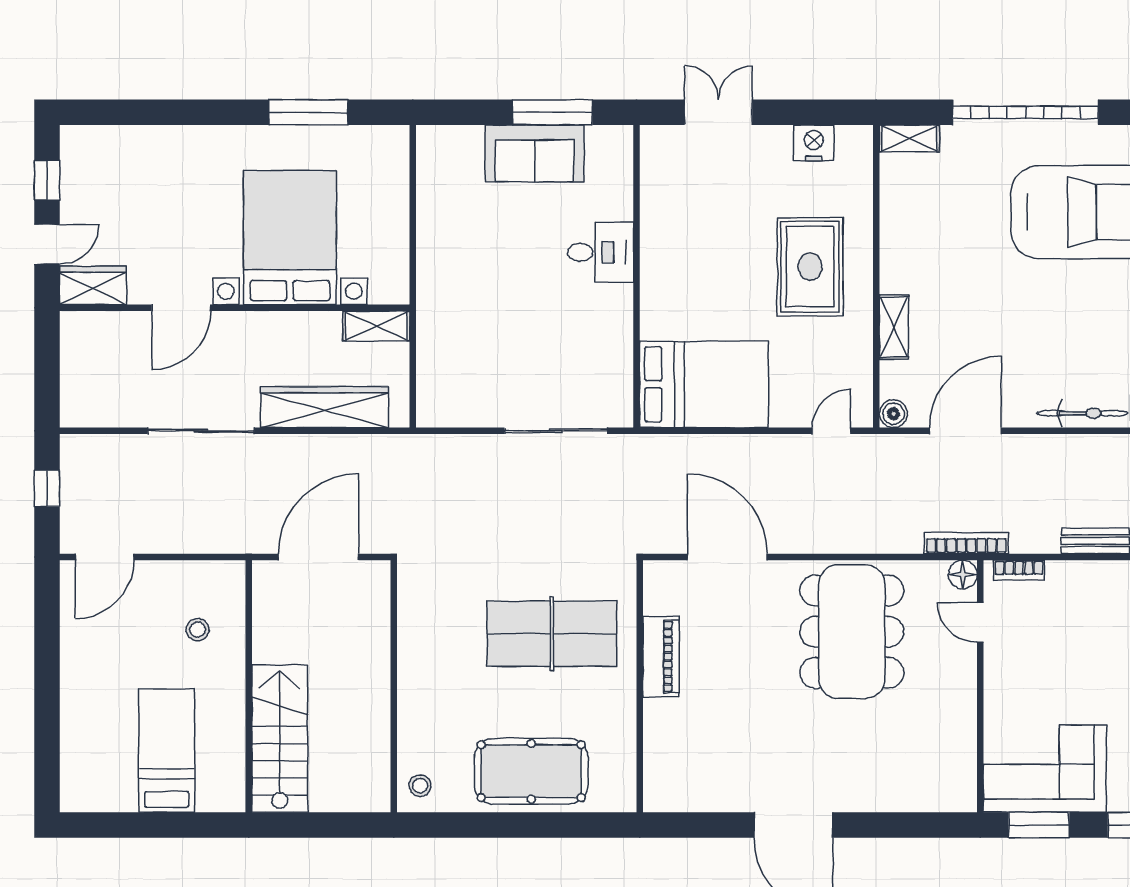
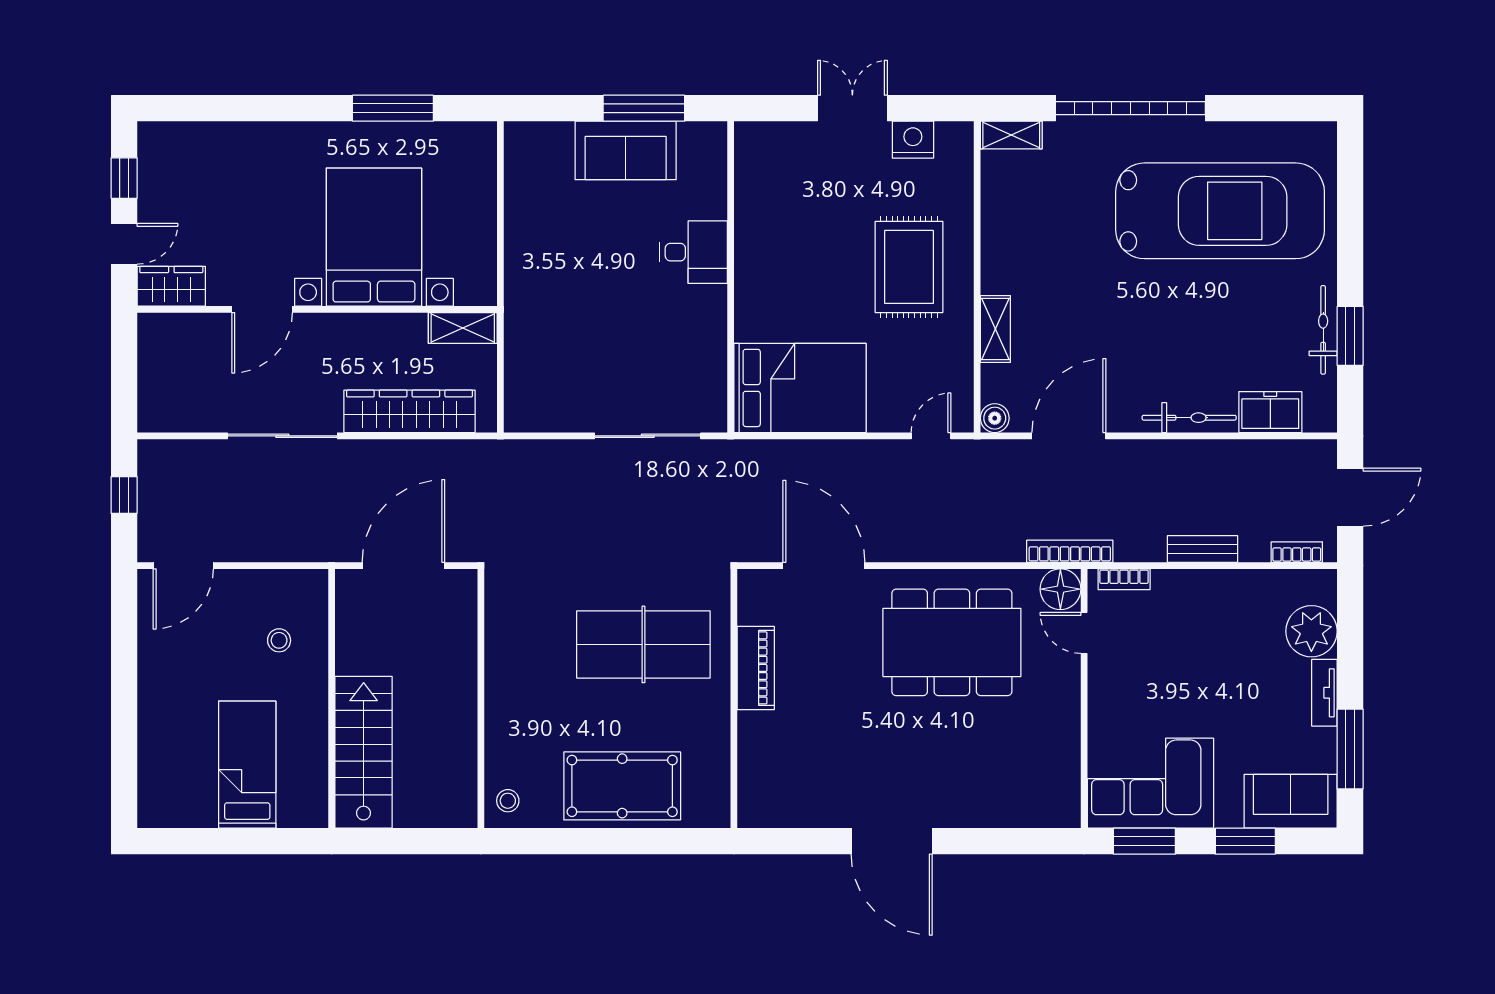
double door: (718, 112) -> (852, 108), moved
floor lamp: (963, 575) -> (1060, 589), width x1.38, depth x1.38
dining table: (852, 632) -> (952, 642), turned 90

